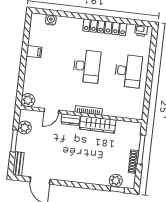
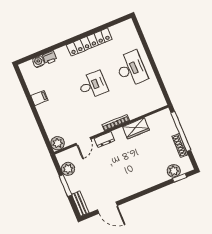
printer: (141, 31) -> (50, 58), moved
desk: (87, 66) -> (93, 85), width x0.73
wardrobe: (98, 125) -> (136, 128), width x0.67
window: (141, 150) -> (181, 131), width x1.46

